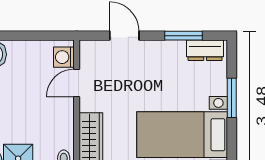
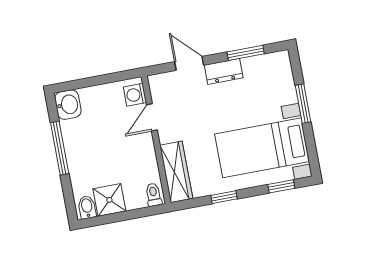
dresser: (205, 50) -> (224, 71), moved

